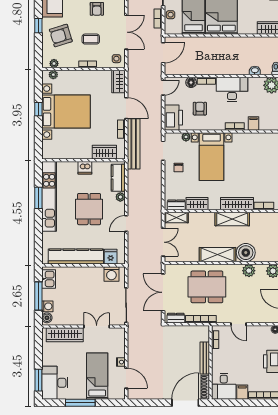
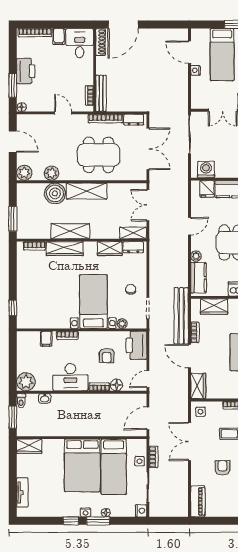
bench: (205, 358) -> (101, 93), moved

